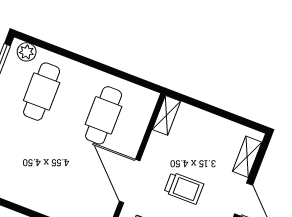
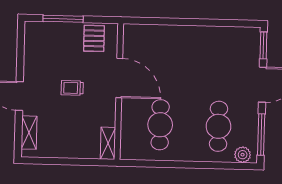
trolley: (184, 188) -> (72, 88), width x0.73, depth x0.72

